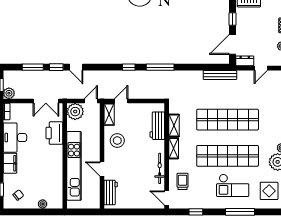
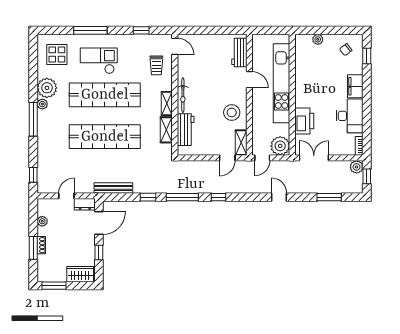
window: (56, 67) -> (148, 197), moved
bicycle: (160, 168) -> (183, 95), moved

